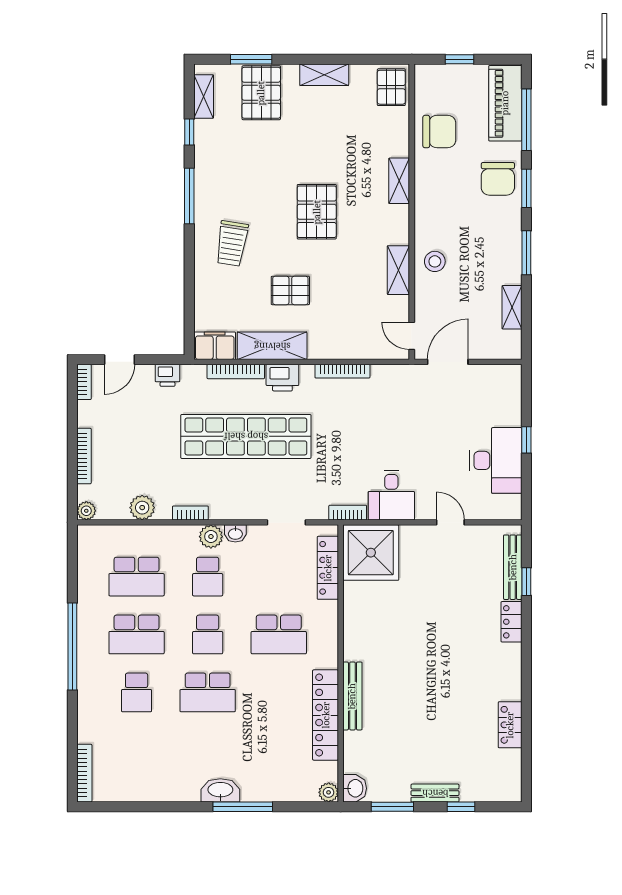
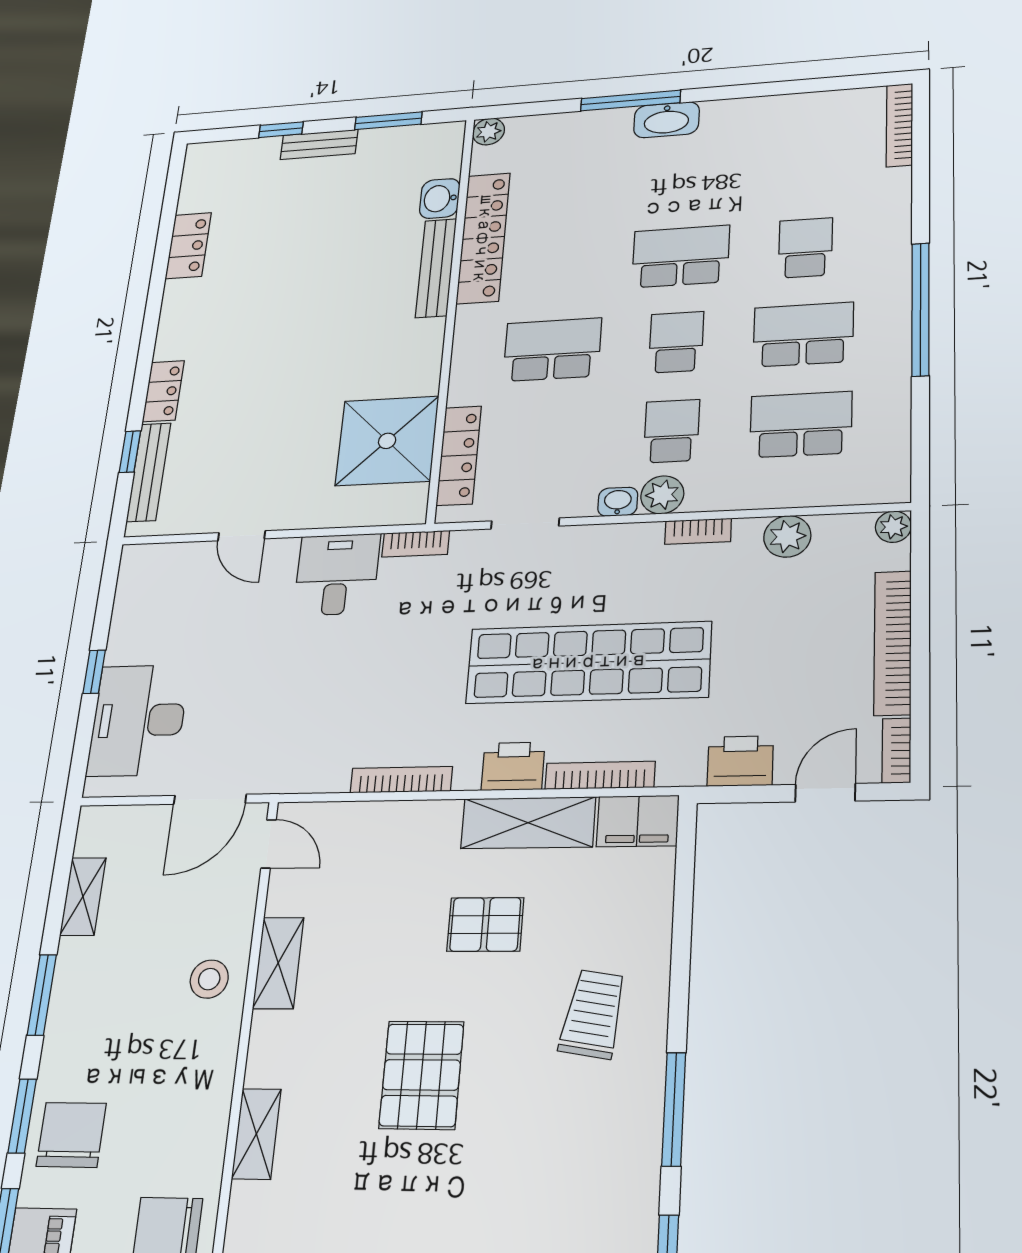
printer: (168, 375) -> (740, 761), width x1.36, depth x1.24
bookcase: (84, 456) -> (893, 643), width x1.48, depth x1.31
desk: (496, 460) -> (138, 720), moved
shower: (371, 553) -> (387, 441), moved
washbasin: (355, 788) -> (440, 198), moved

